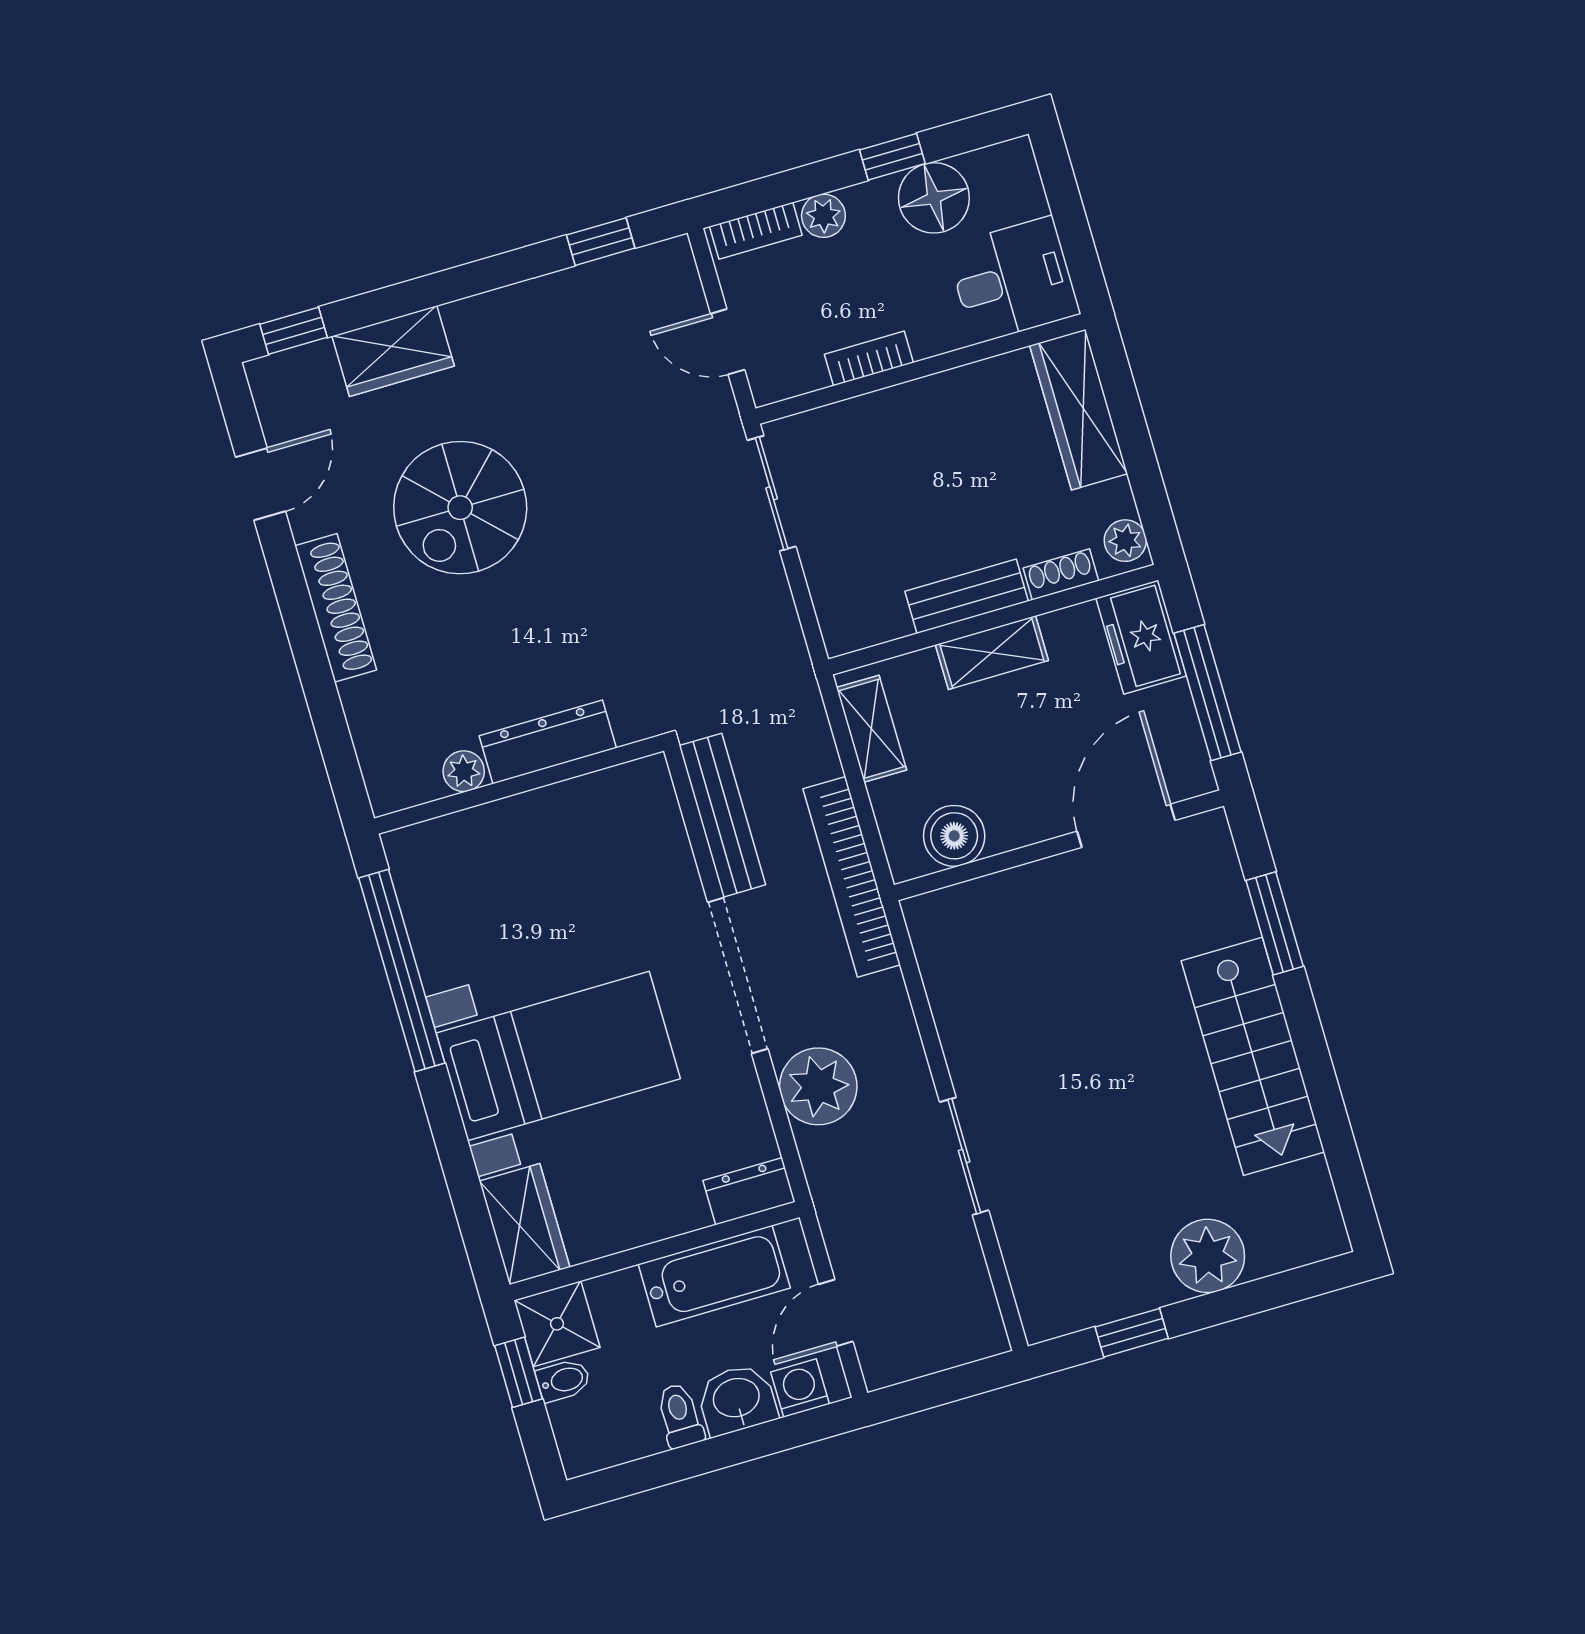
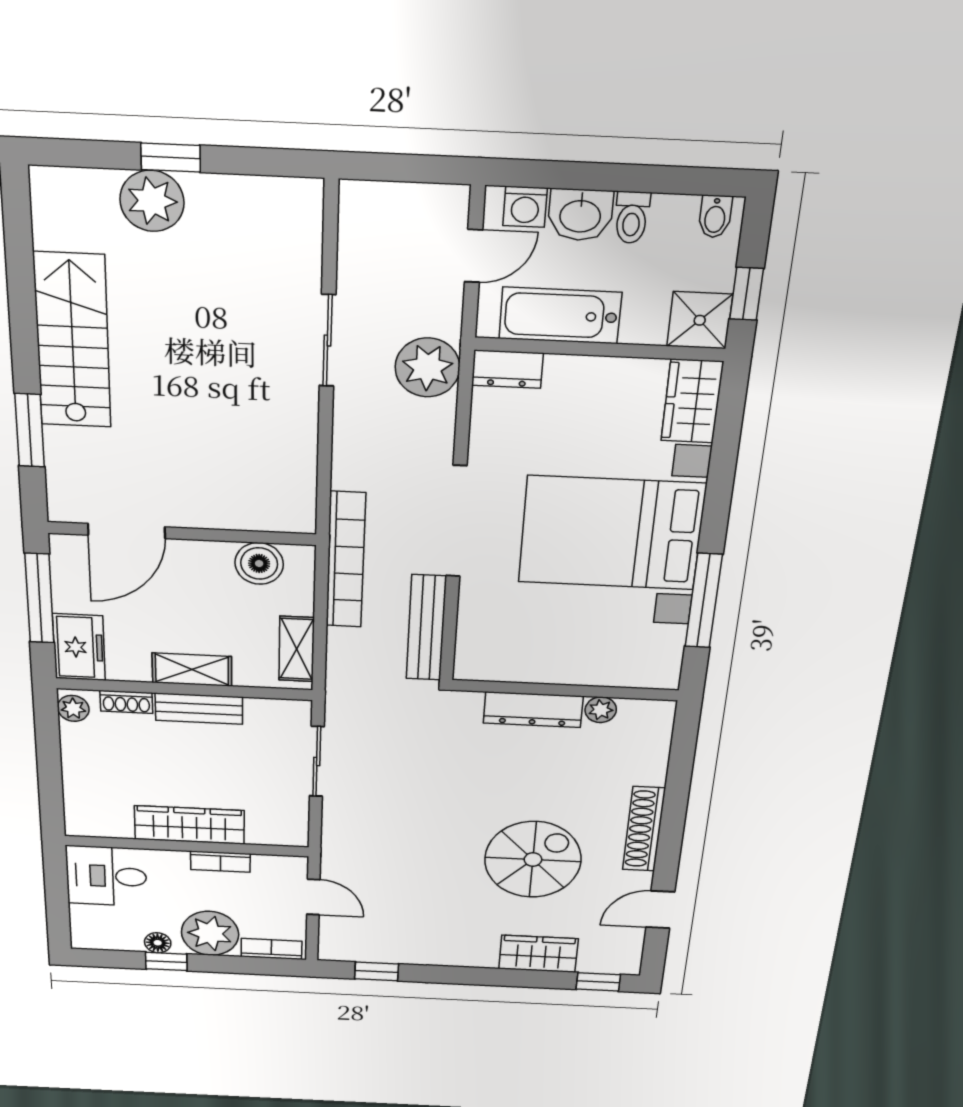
floor lamp: (934, 198) -> (158, 943), width x0.53, depth x0.53
plant: (823, 216) -> (210, 933), width x1.87, depth x1.87
wardrobe: (1079, 410) -> (189, 825), moved, turned -90
sliding door: (772, 493) -> (317, 761), moved
window: (402, 970) -> (704, 601), width x0.68
bed with nightstands: (558, 1056) -> (611, 533), width x1.36
plant: (818, 1086) -> (427, 368), moved
window: (1132, 1333) -> (171, 158), moved
bidet: (563, 1380) -> (715, 216), moved, turned -90

